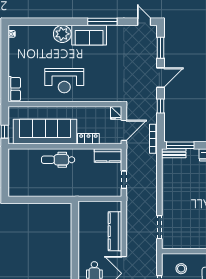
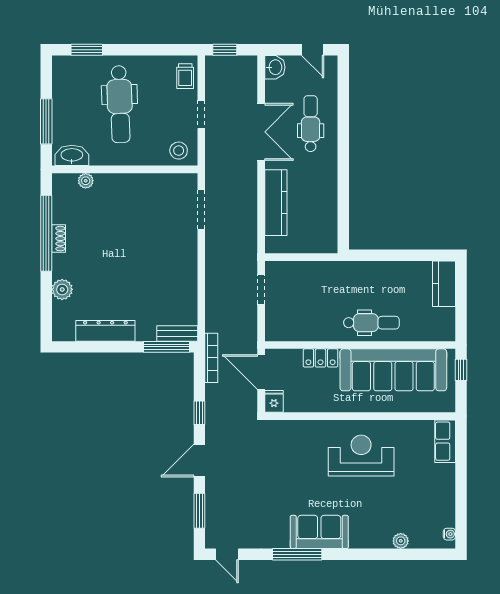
plant: (62, 34) -> (401, 541), moved, width x0.53, depth x0.53
door: (124, 130) -> (261, 372), hinge flipped
kitchen counter: (108, 155) -> (444, 284), moved, turned -90
stool: (181, 269) -> (179, 151), moved

